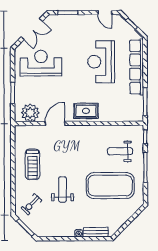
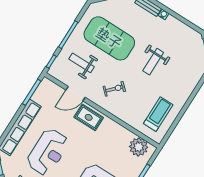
door: (55, 123) -> (76, 94), moved
weight bench: (120, 151) -> (81, 63), turned 180
treadmill: (32, 164) -> (158, 114), moved
exercise bike: (31, 204) -> (114, 89), moved

